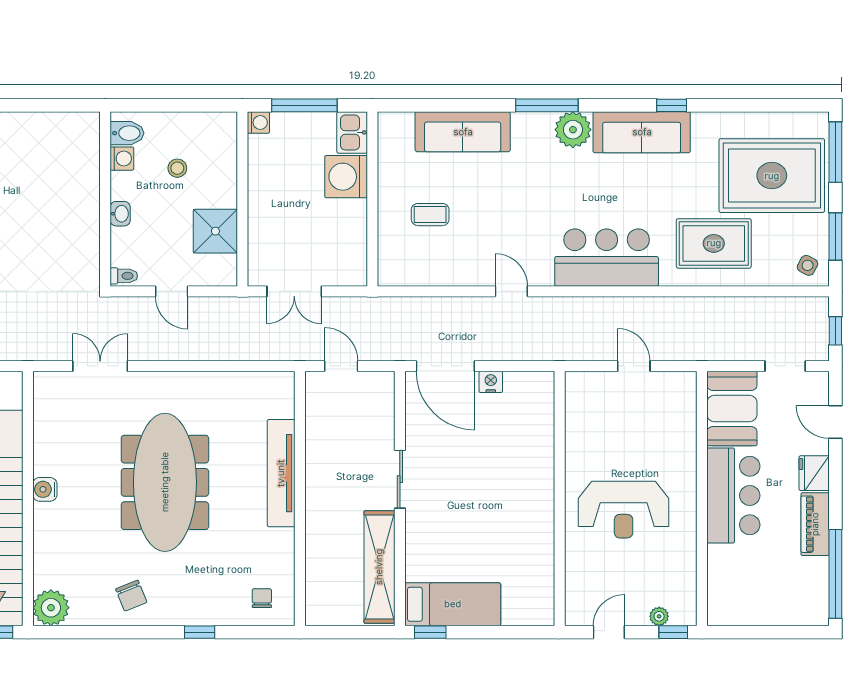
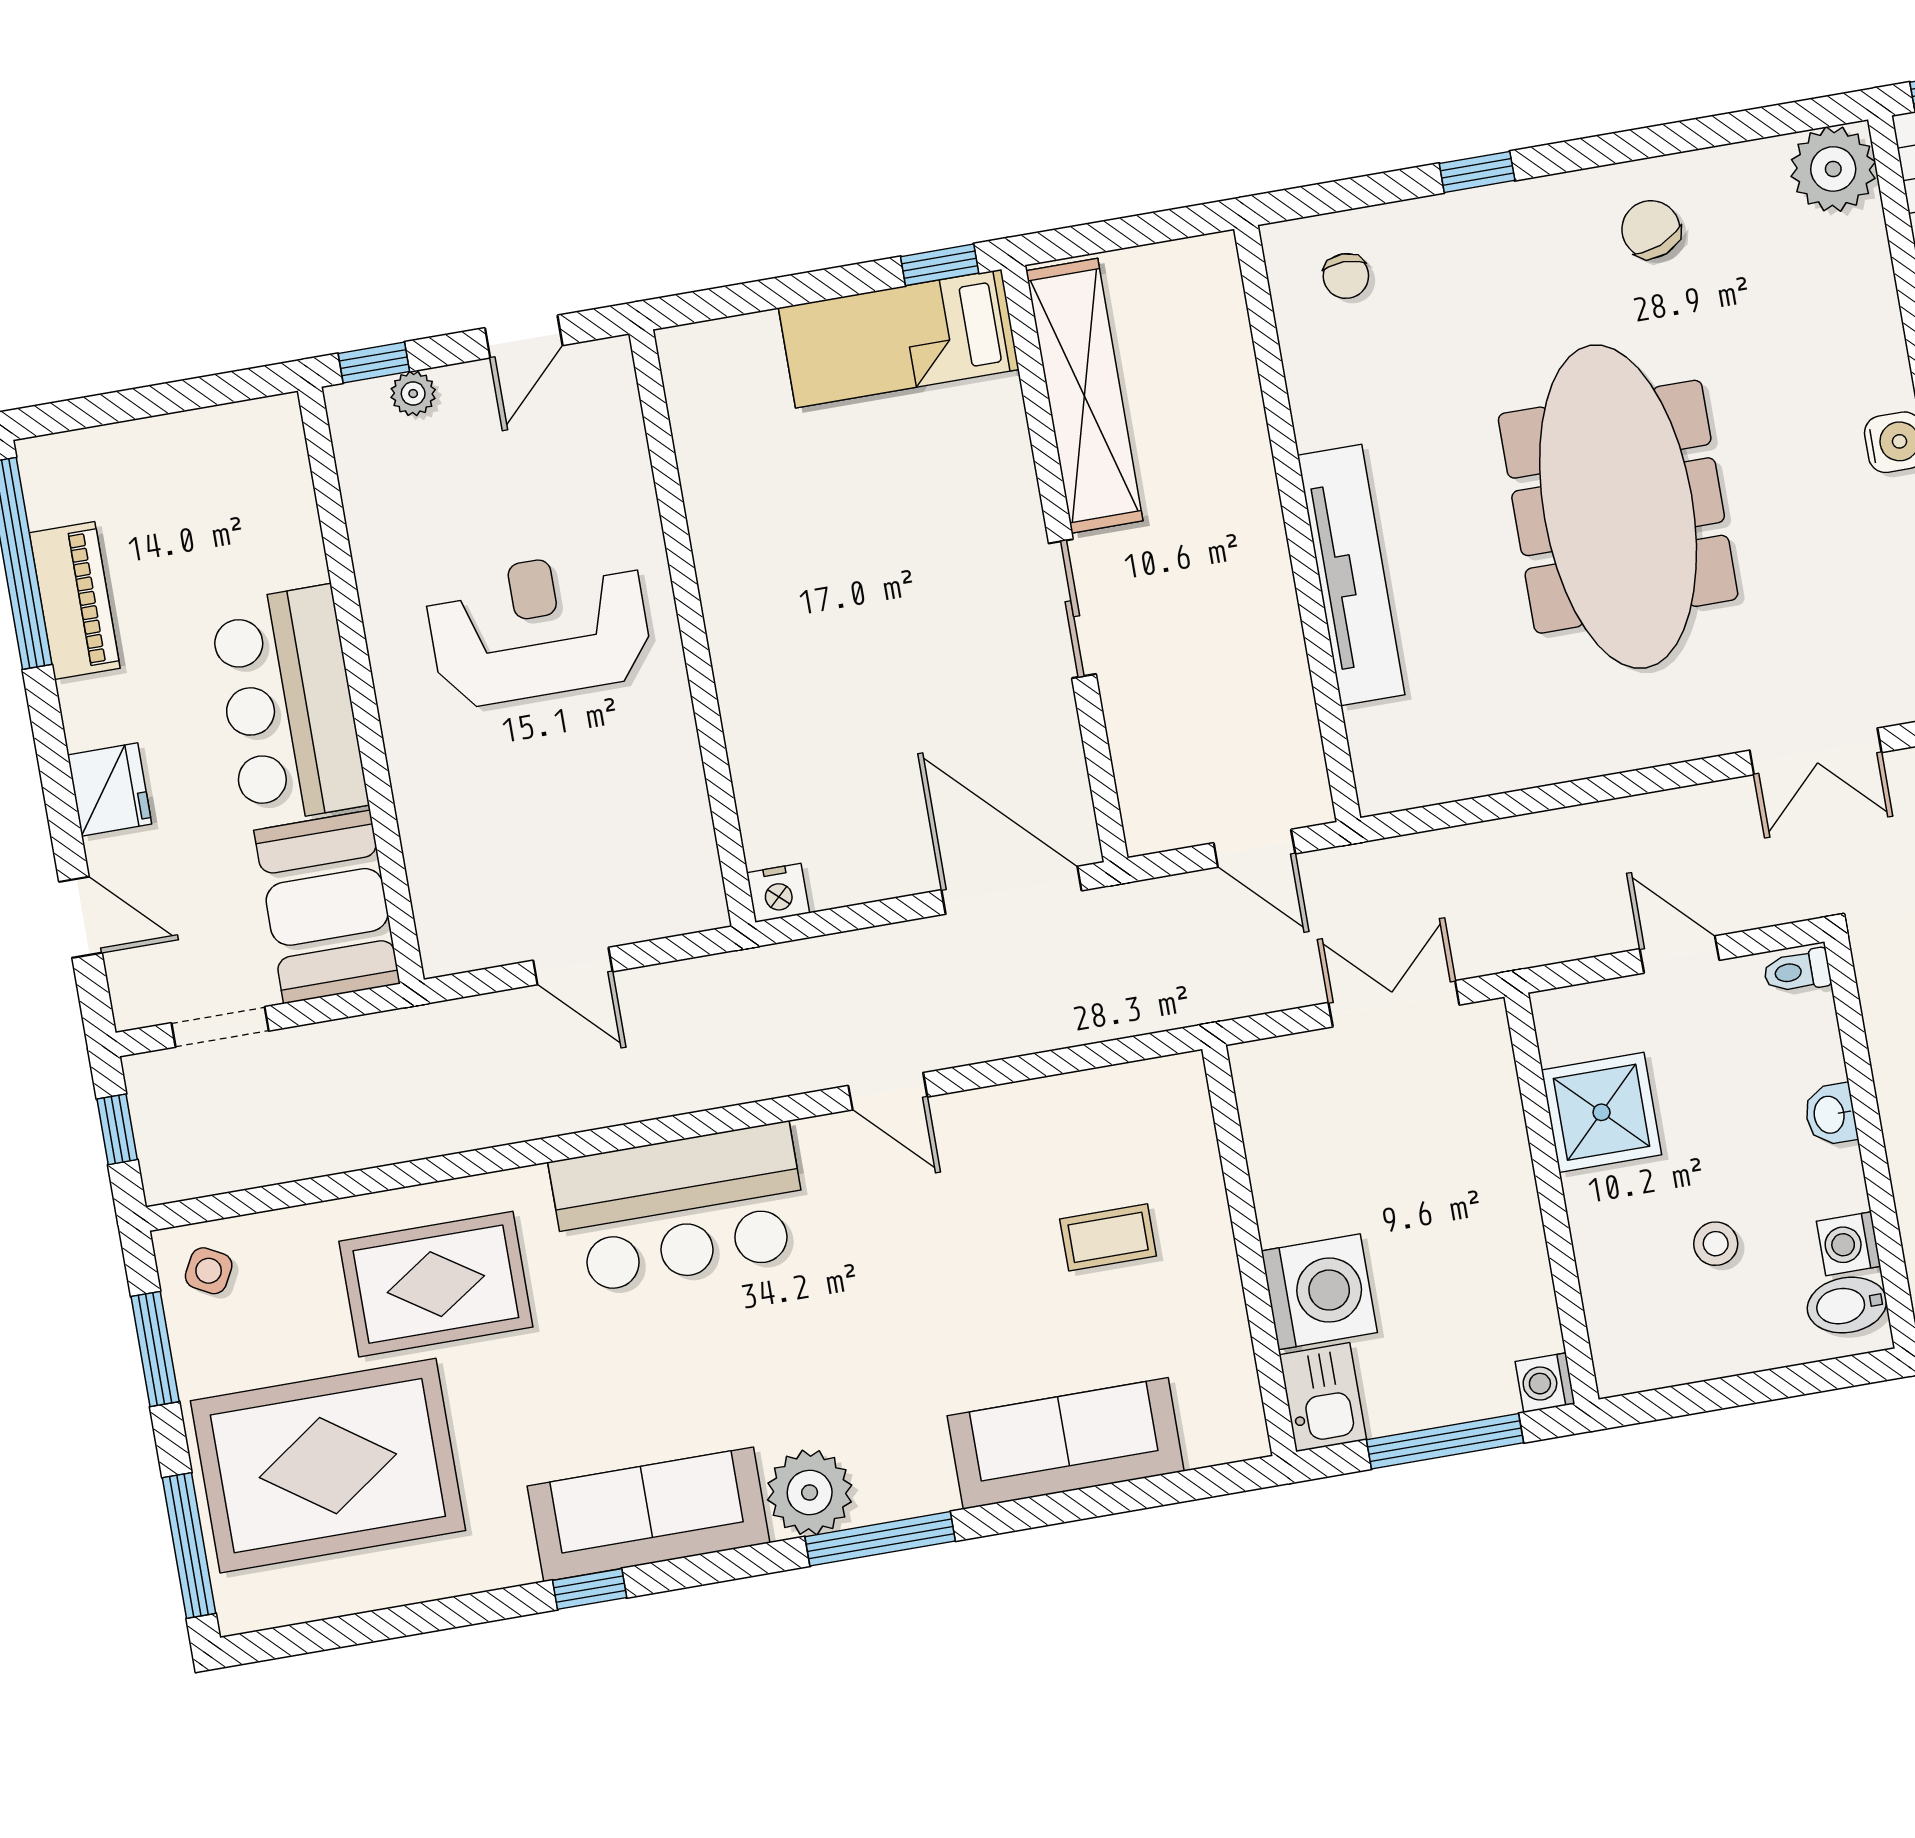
nightstand: (491, 382) -> (778, 893), moved
piano: (815, 524) -> (75, 600), moved

